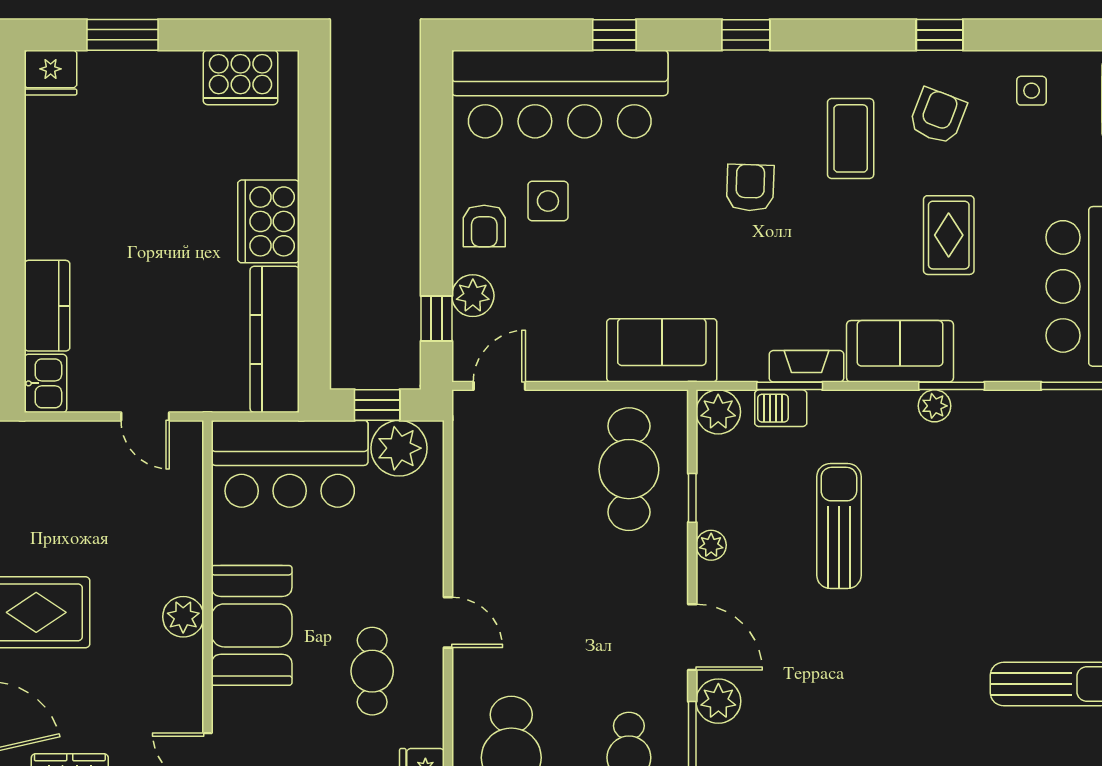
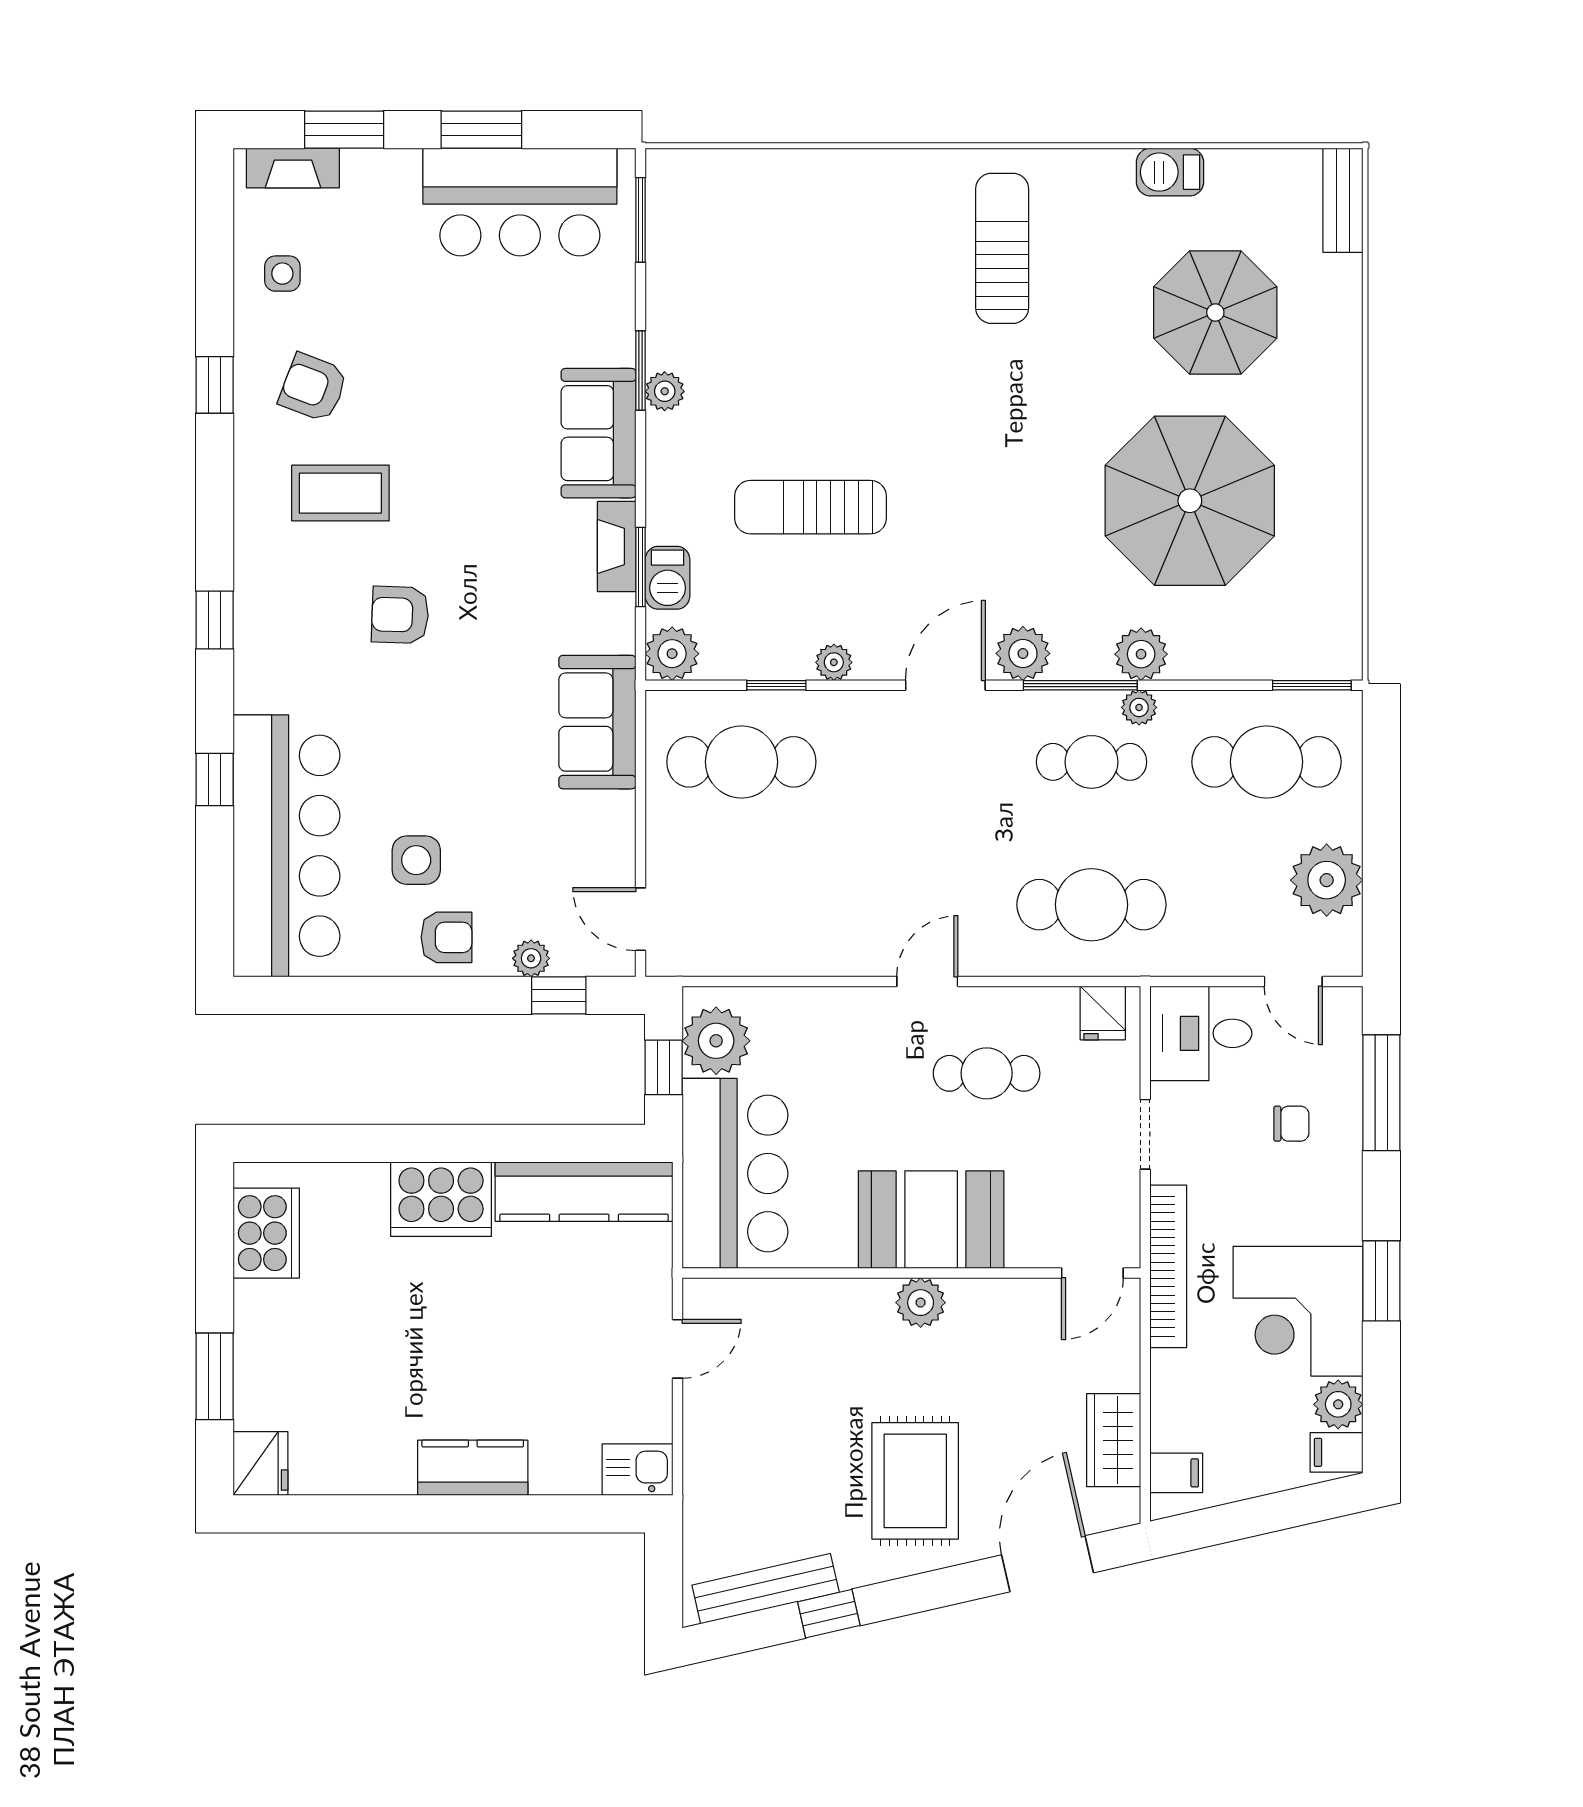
rug: (949, 235) -> (458, 374), removed
plant: (473, 296) -> (531, 958), width x0.73, depth x0.73
kitchen counter: (47, 306) -> (473, 1468), moved

